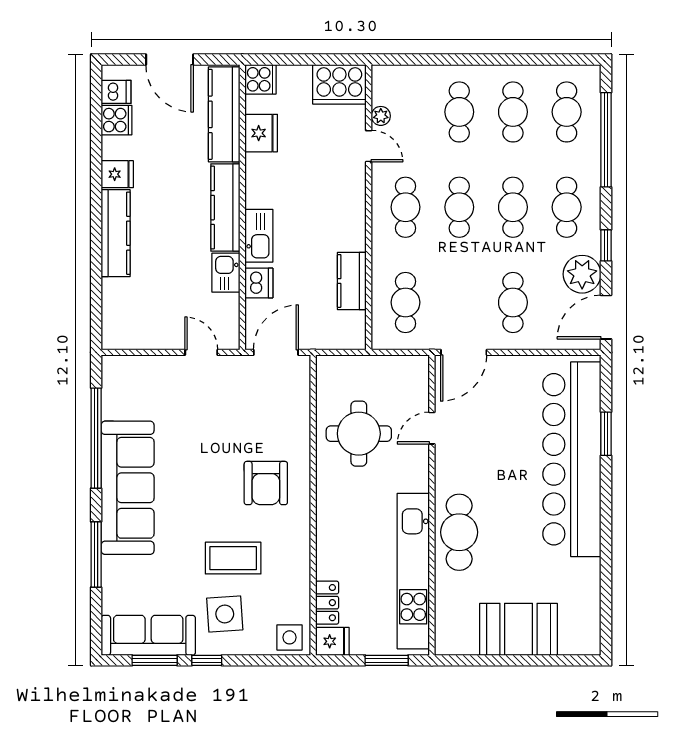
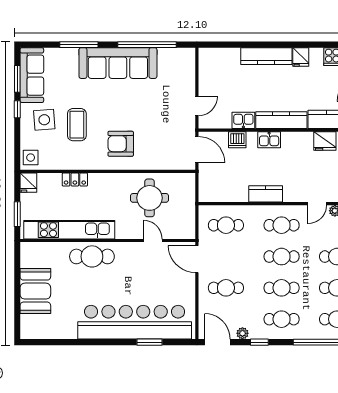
kitchen sink: (259, 236) -> (269, 140), width x0.73
plant: (582, 274) -> (242, 333), width x0.53, depth x0.53
kitchen counter: (352, 281) -> (266, 194), moved
locker: (327, 603) -> (75, 179), moved

